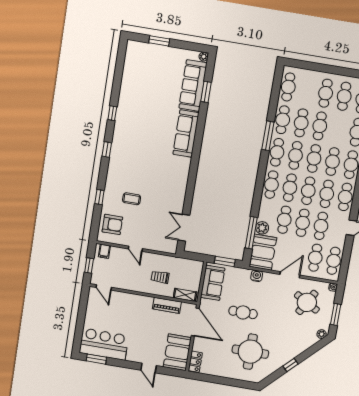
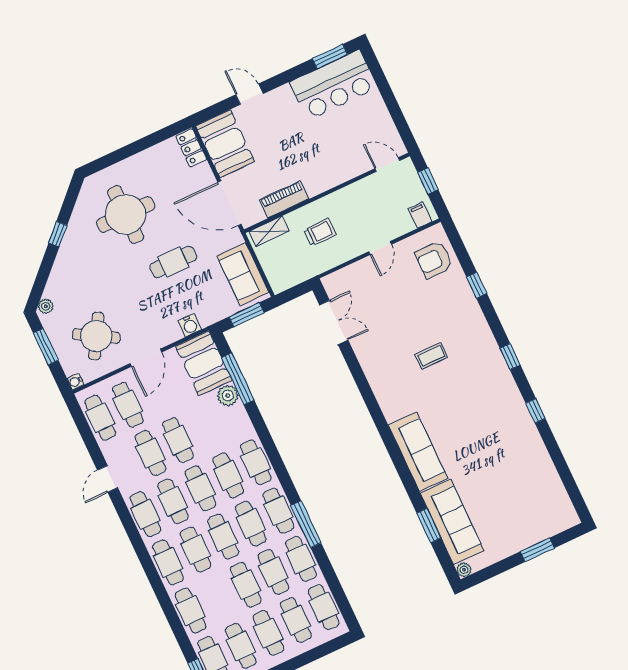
coffee table: (132, 199) -> (431, 356), moved
cafe table: (284, 220) -> (296, 620), moved
door: (135, 249) -> (380, 248), swing flipped

